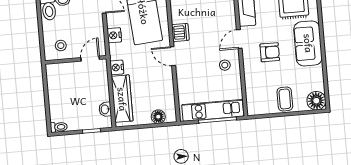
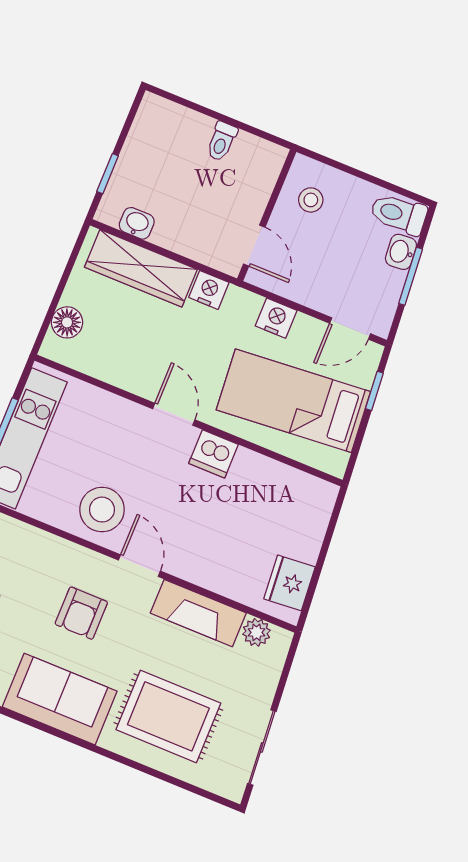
door: (173, 56) -> (174, 414), hinge flipped
stool: (225, 65) -> (102, 510), width x1.89, depth x1.89
toilet: (59, 127) -> (222, 141), moved

